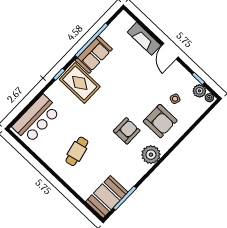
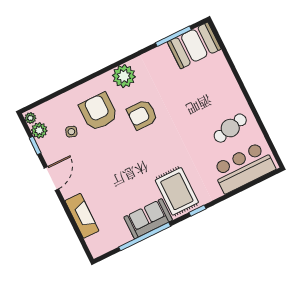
door: (170, 51) -> (51, 179), moved
cafe table: (77, 151) -> (230, 128), moved

